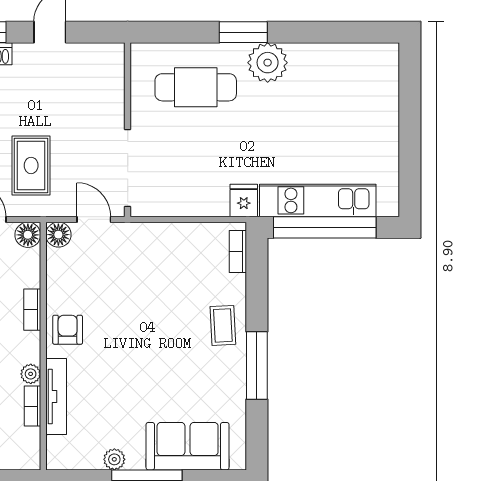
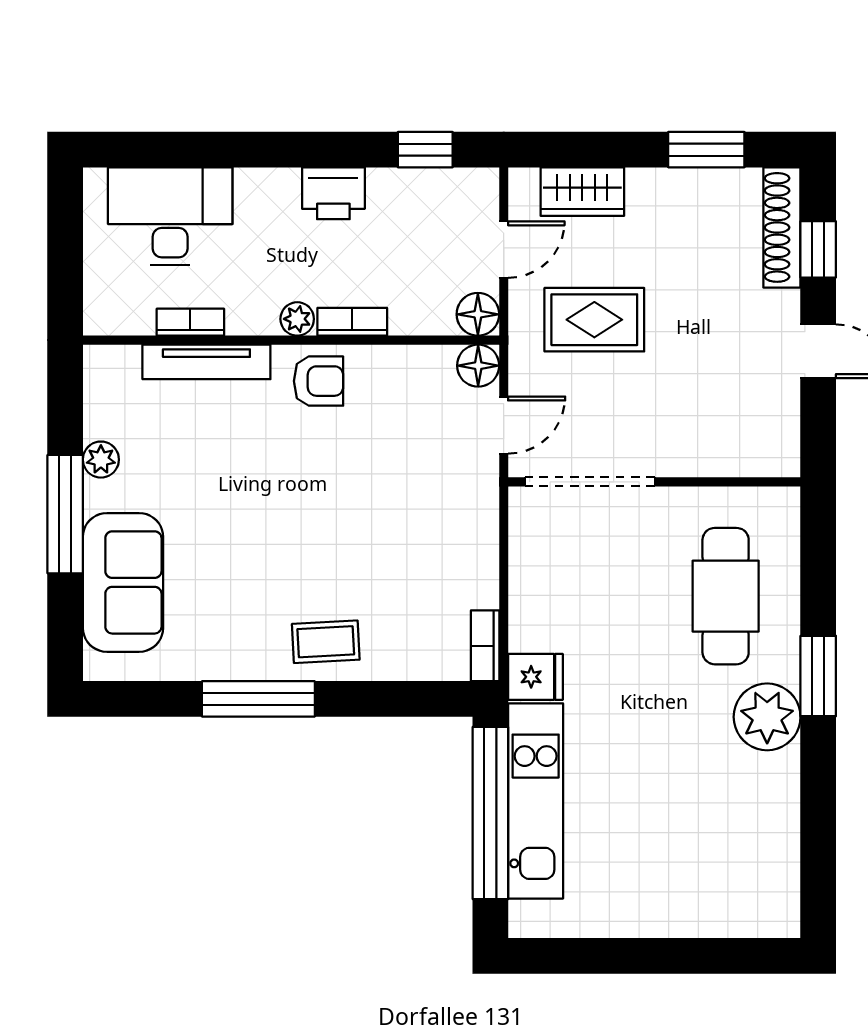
bookcase: (238, 251) -> (485, 646), moved, turned -90
plant: (31, 374) -> (297, 319), moved

